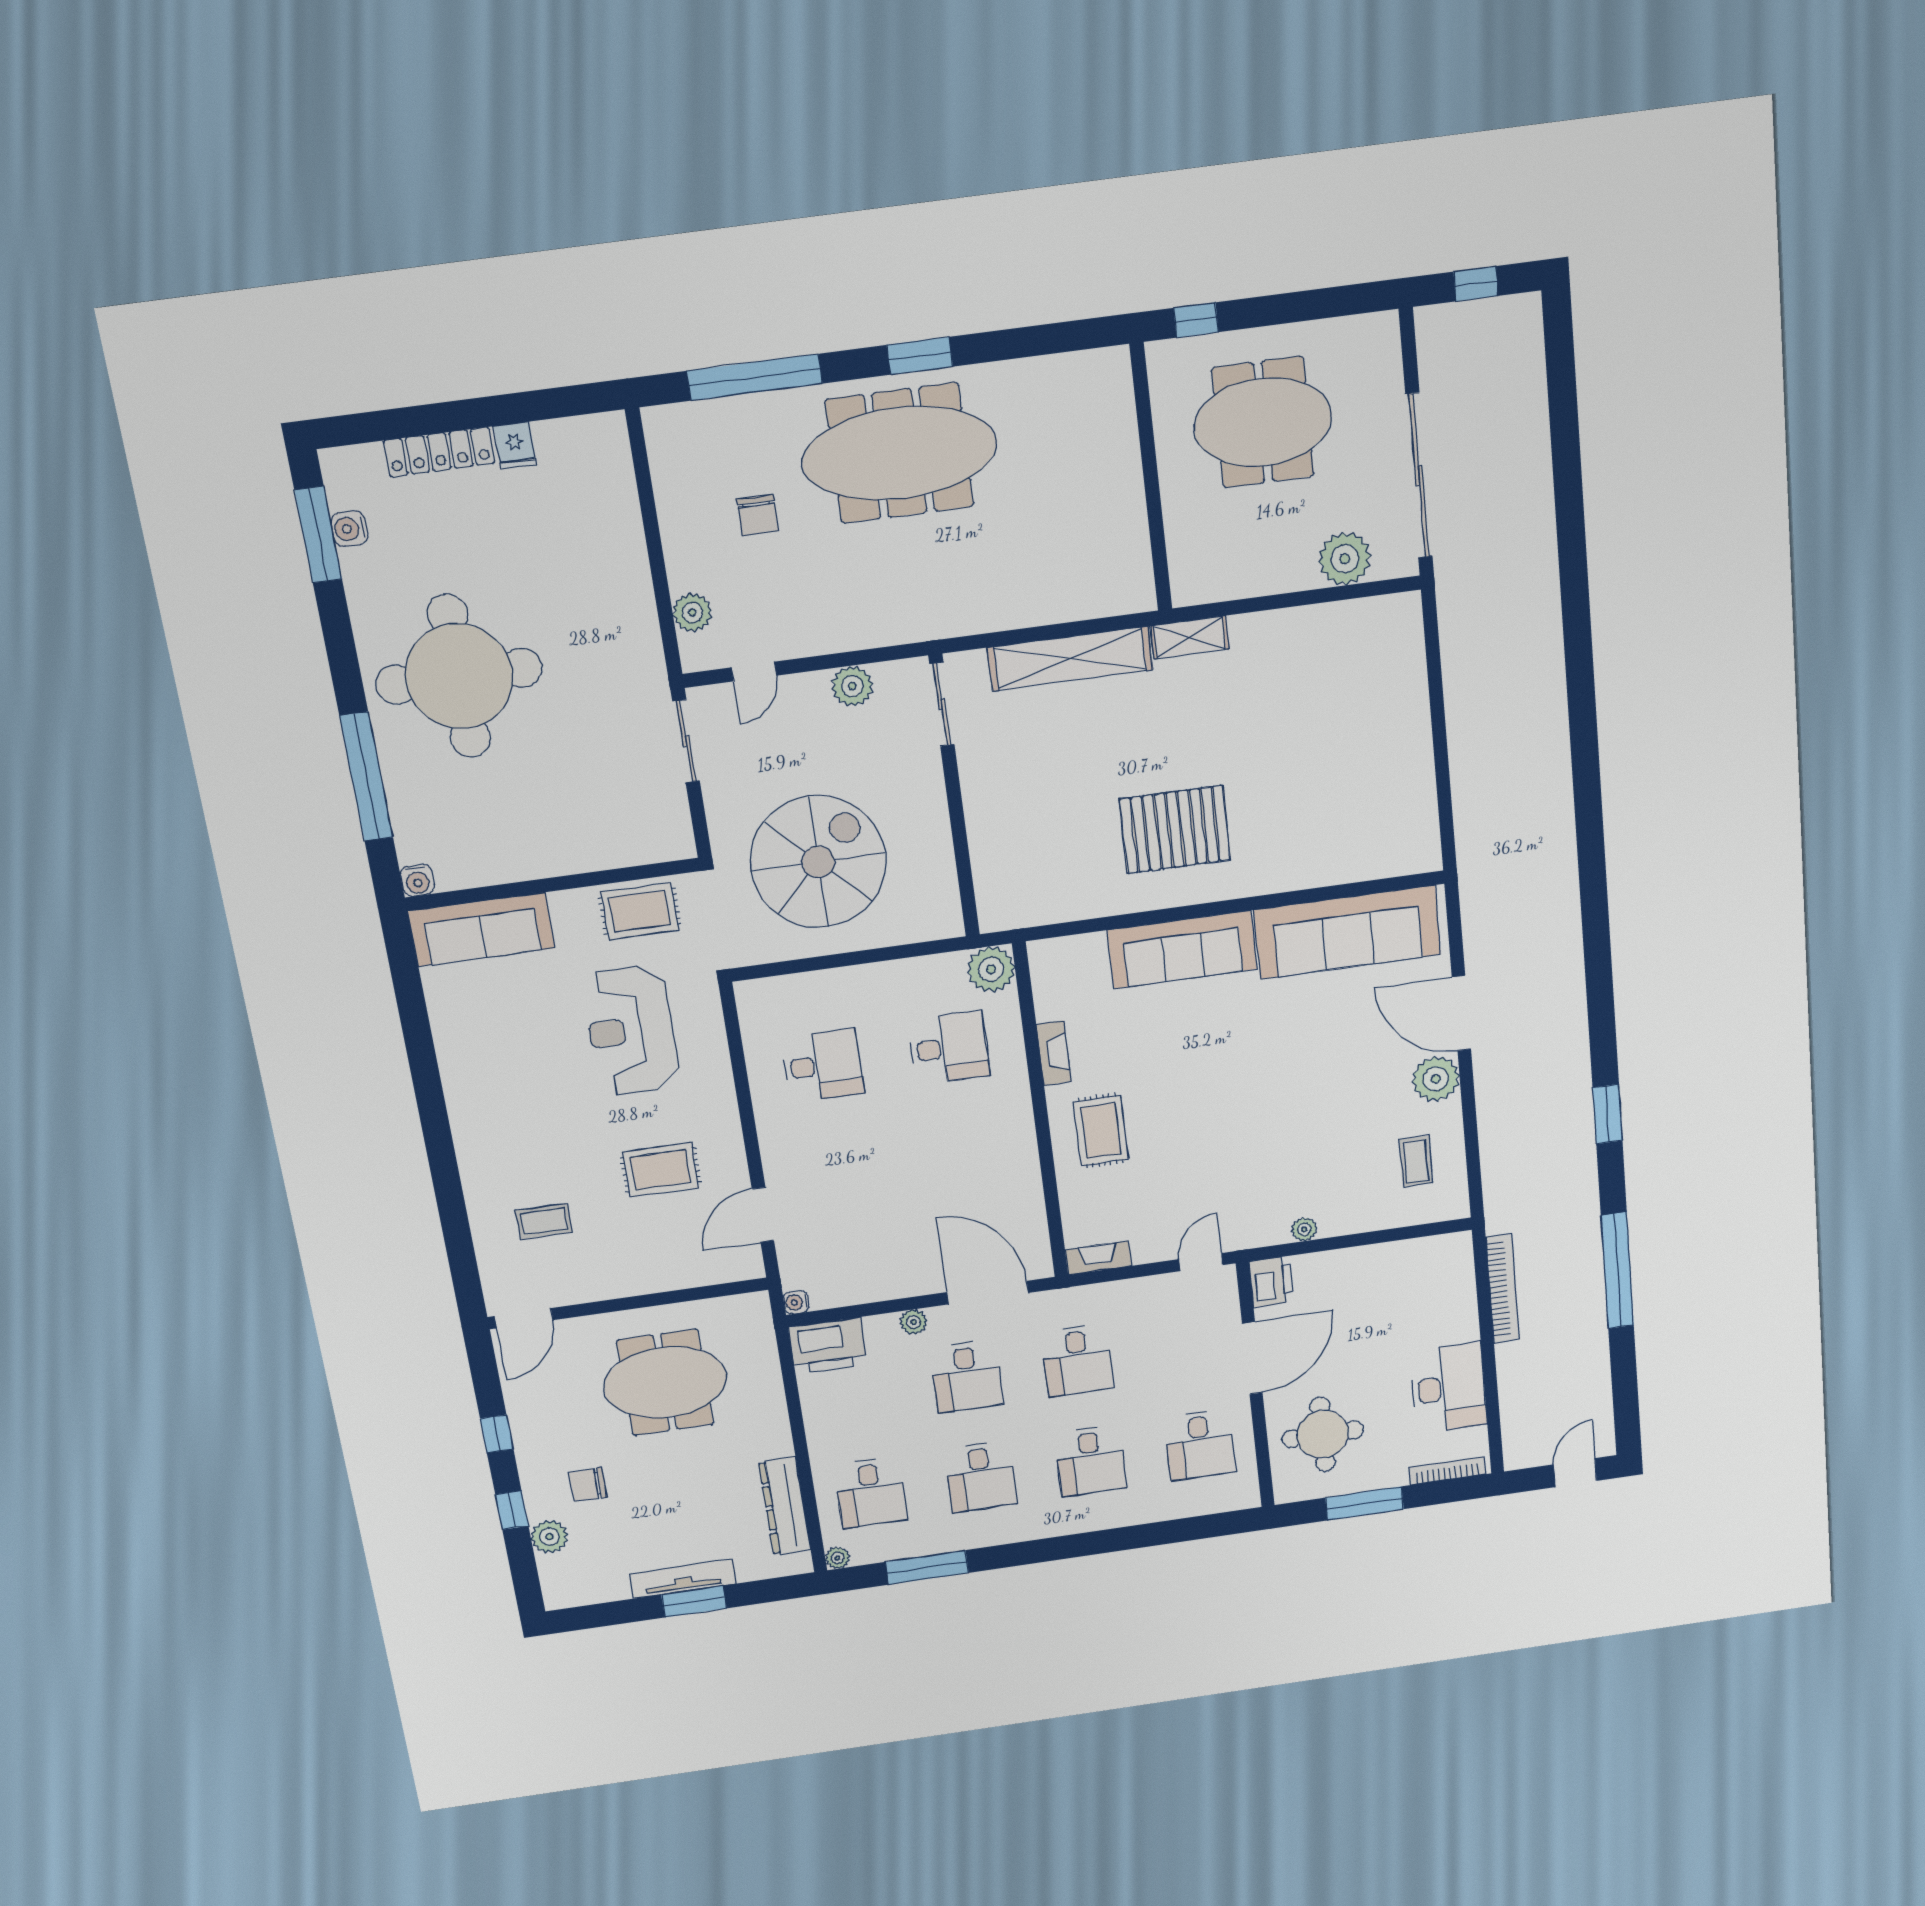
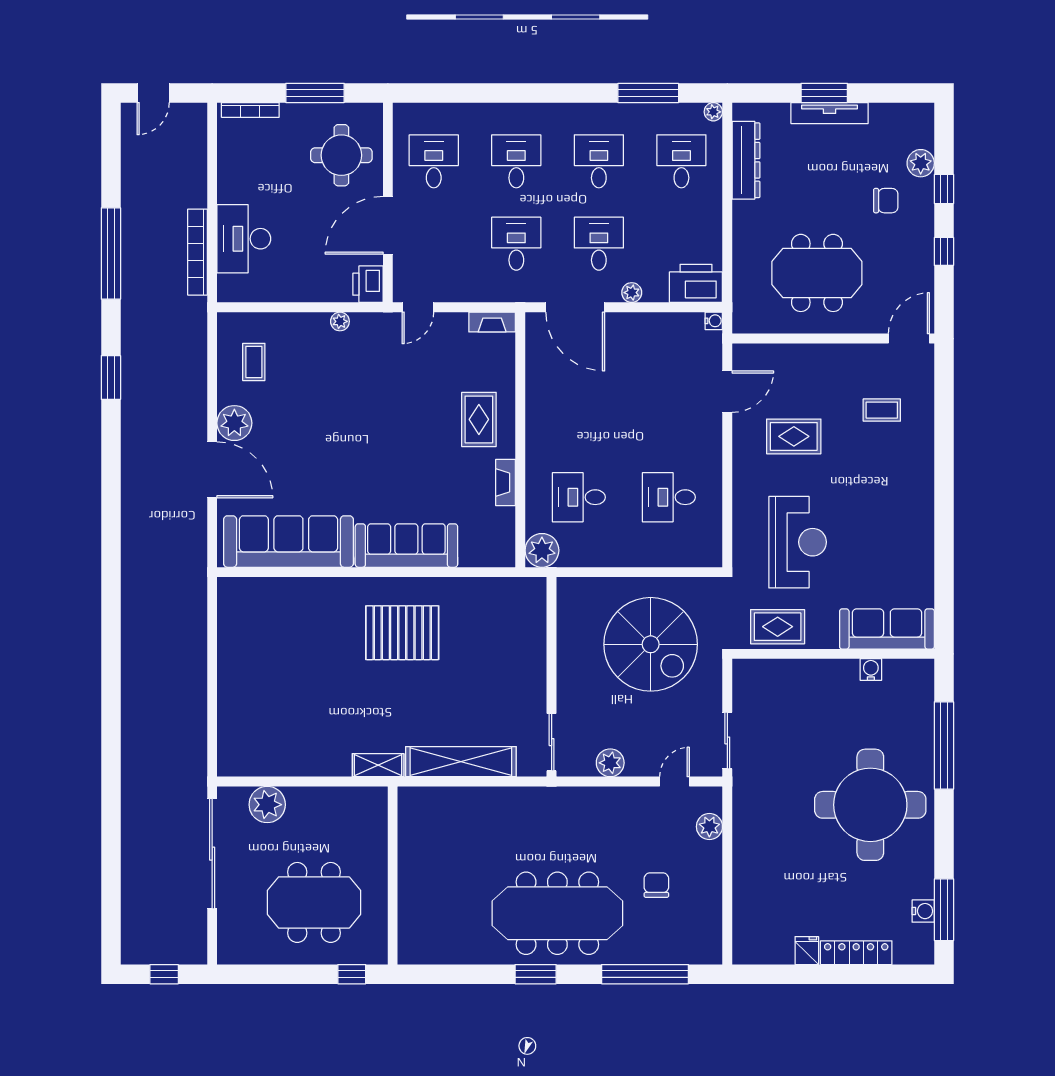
spiral stairs: (818, 862) -> (651, 644), turned -90
water cooler: (417, 880) -> (871, 670), moved
desk: (1449, 1388) -> (244, 239), moved

